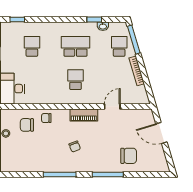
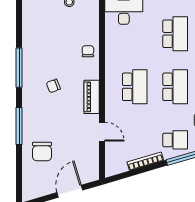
school desk: (32, 46) -> (175, 34), width x1.85
school desk: (76, 80) -> (135, 87), width x1.85
chair: (27, 125) -> (80, 28), removed

